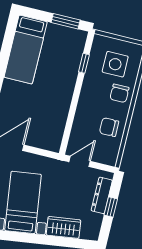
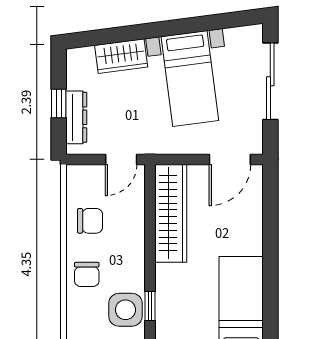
side table: (115, 64) -> (125, 310), moved
chair: (119, 93) -> (87, 274), turned 180
wardrobe: (56, 119) -> (171, 213), added

